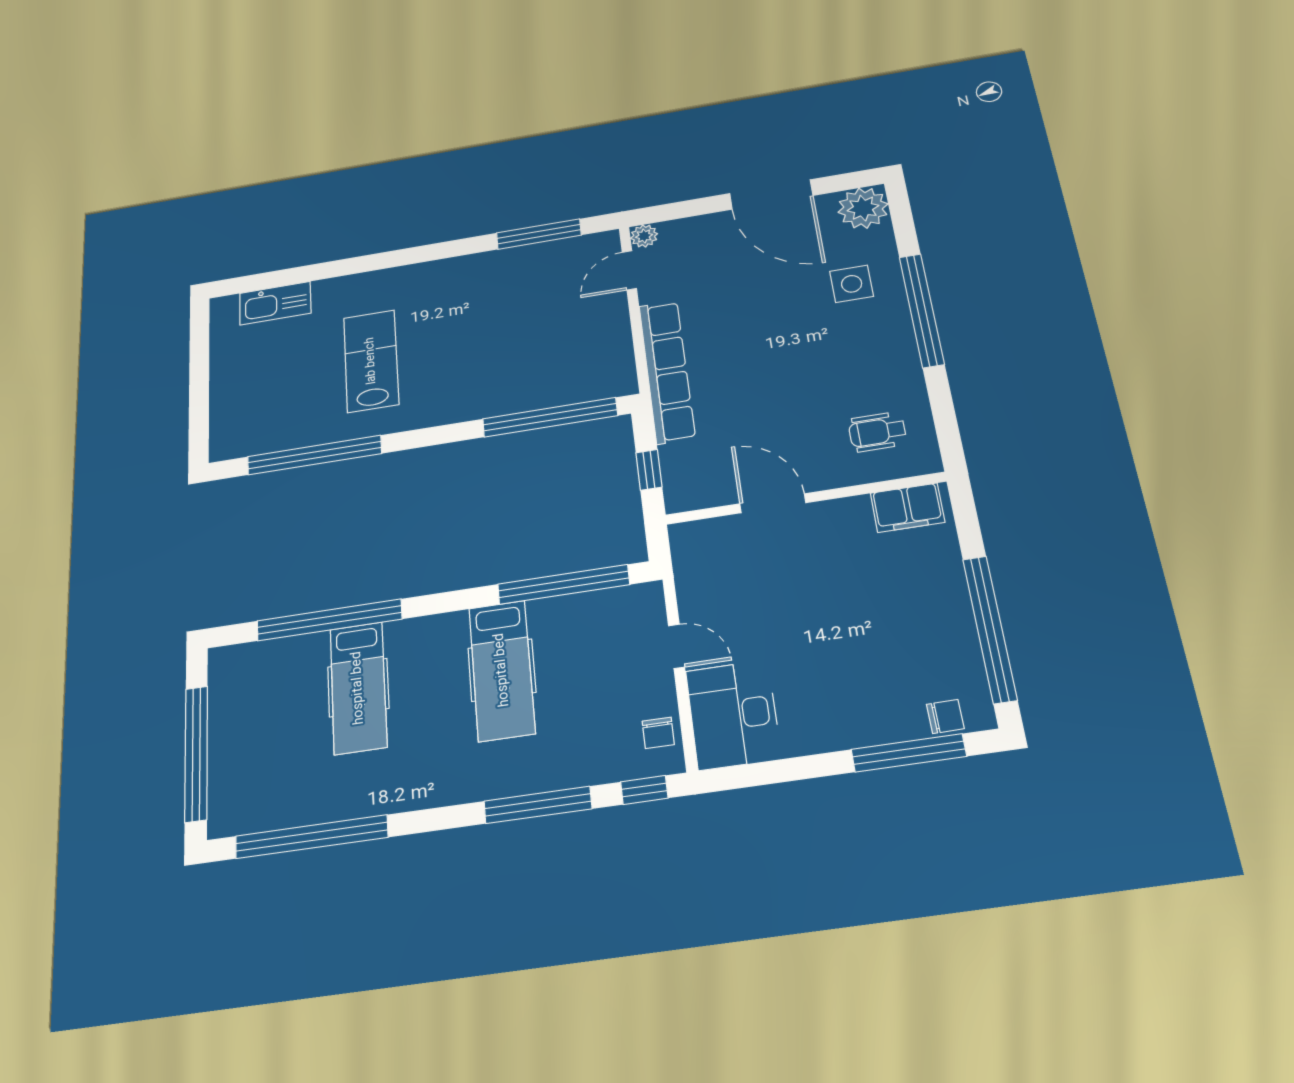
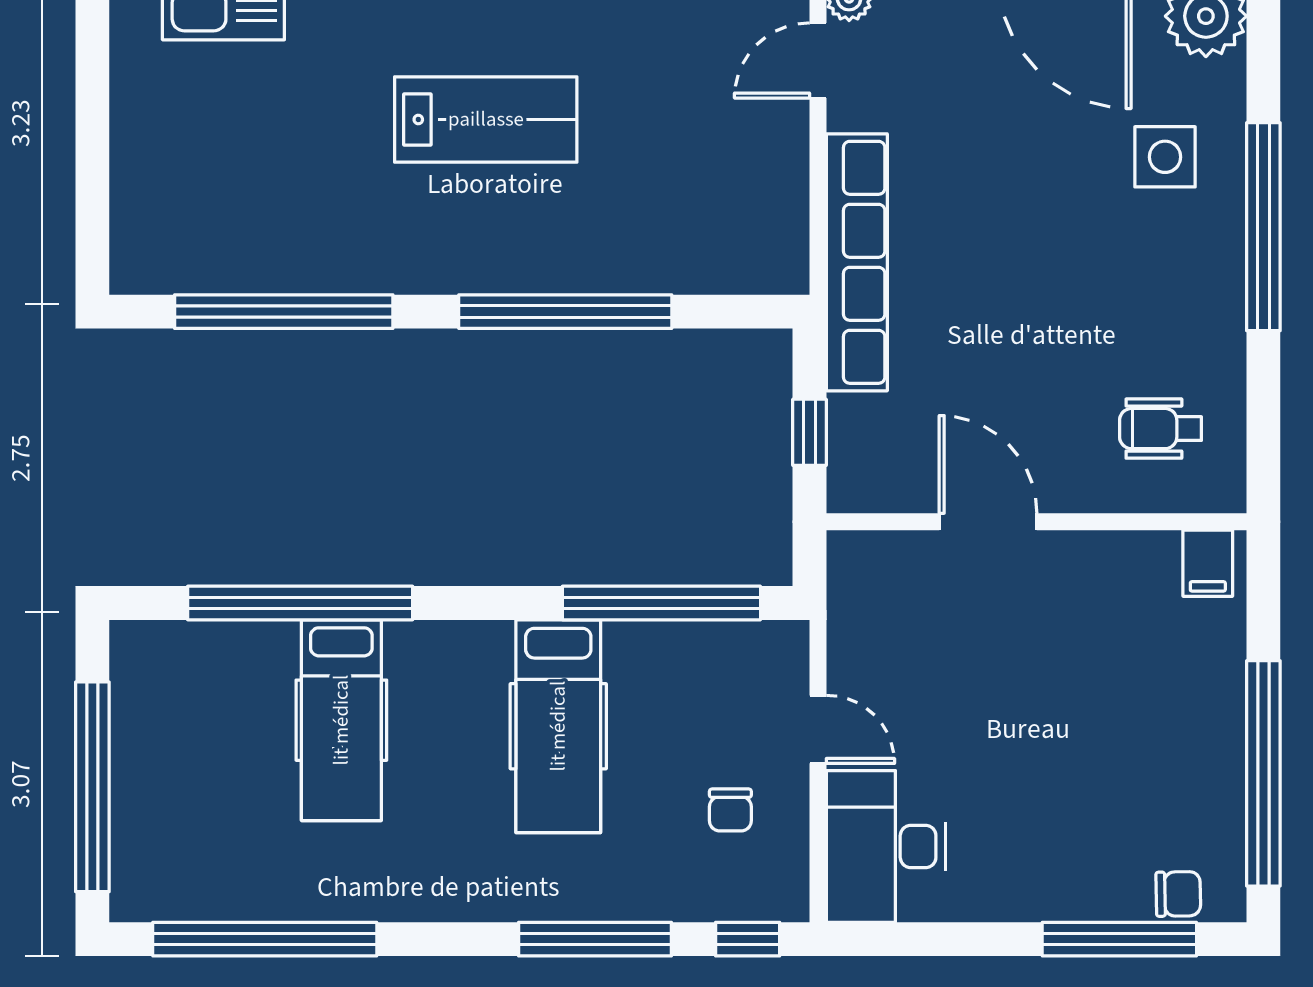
lab bench: (371, 361) -> (486, 119), moved, turned 90
window: (550, 417) -> (565, 312), moved
filing cabinet: (907, 508) -> (1208, 563), width x0.50
chair: (658, 733) -> (730, 810), moved

